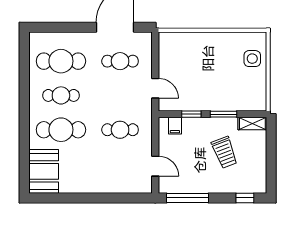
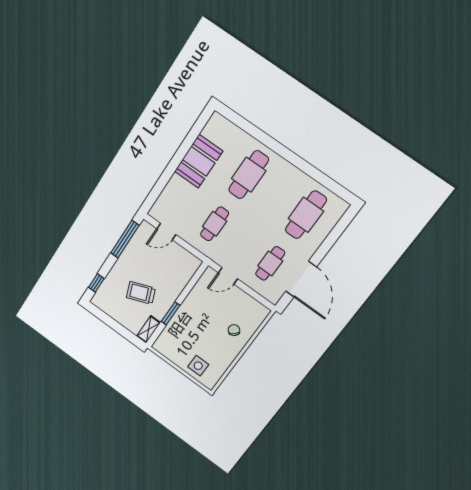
chair: (198, 51) -> (234, 330), added
cafe table: (61, 95) -> (277, 195), removed
window: (191, 114) -> (188, 289), removed
filing cabinet: (175, 126) -> (188, 270), removed
booth: (44, 171) -> (199, 161), moved, turned 90

